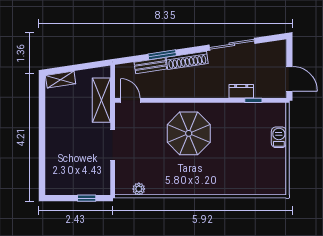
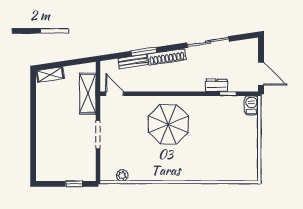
barbecue: (279, 137) -> (251, 105), moved

